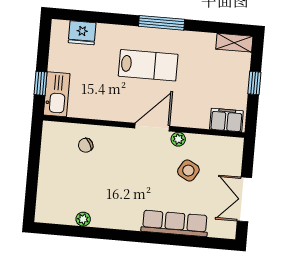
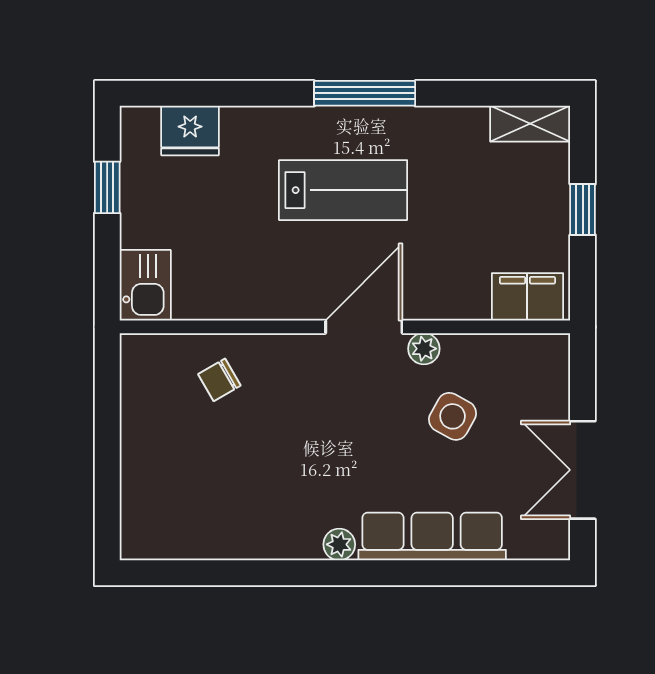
window: (40, 83) -> (107, 187), moved
kitchen sink: (57, 94) -> (145, 285), width x0.73
plant: (83, 219) -> (339, 544), moved

